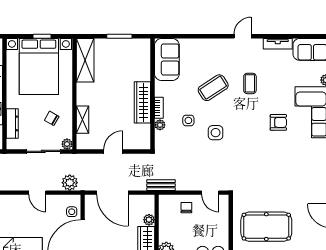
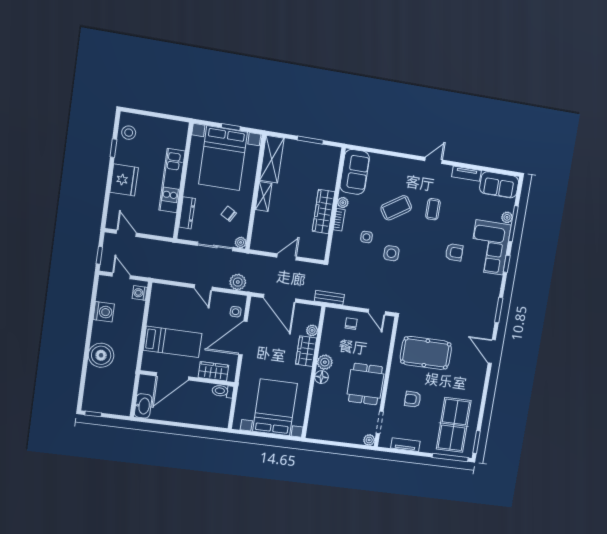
shelving: (83, 120) -> (264, 197), moved
plant: (160, 125) -> (343, 203), moved

